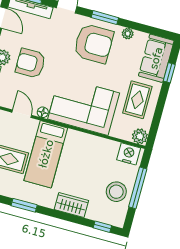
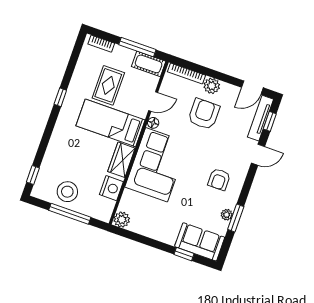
window: (105, 18) -> (236, 218), moved
armchair: (94, 44) -> (219, 179), width x0.53, depth x0.53
rug: (137, 100) -> (159, 220), removed
nightstand: (129, 154) -> (111, 188), moved
window: (24, 205) -> (60, 97), width x0.67
wardrobe: (71, 205) -> (121, 160), moved, turned 180

